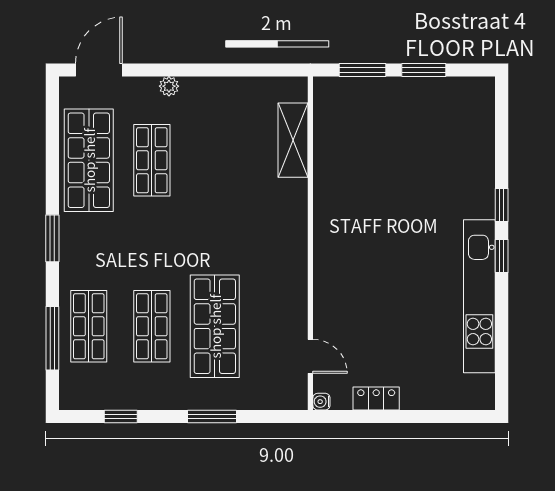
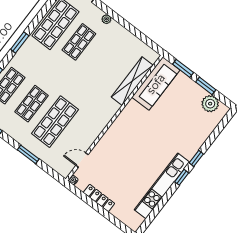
plant: (454, 94) -> (210, 104), added
sofa: (336, 131) -> (156, 84), added
shelving: (293, 140) -> (132, 81), width x1.47
door: (310, 356) -> (82, 160), swing flipped
locker: (376, 399) -> (99, 198), width x1.53

